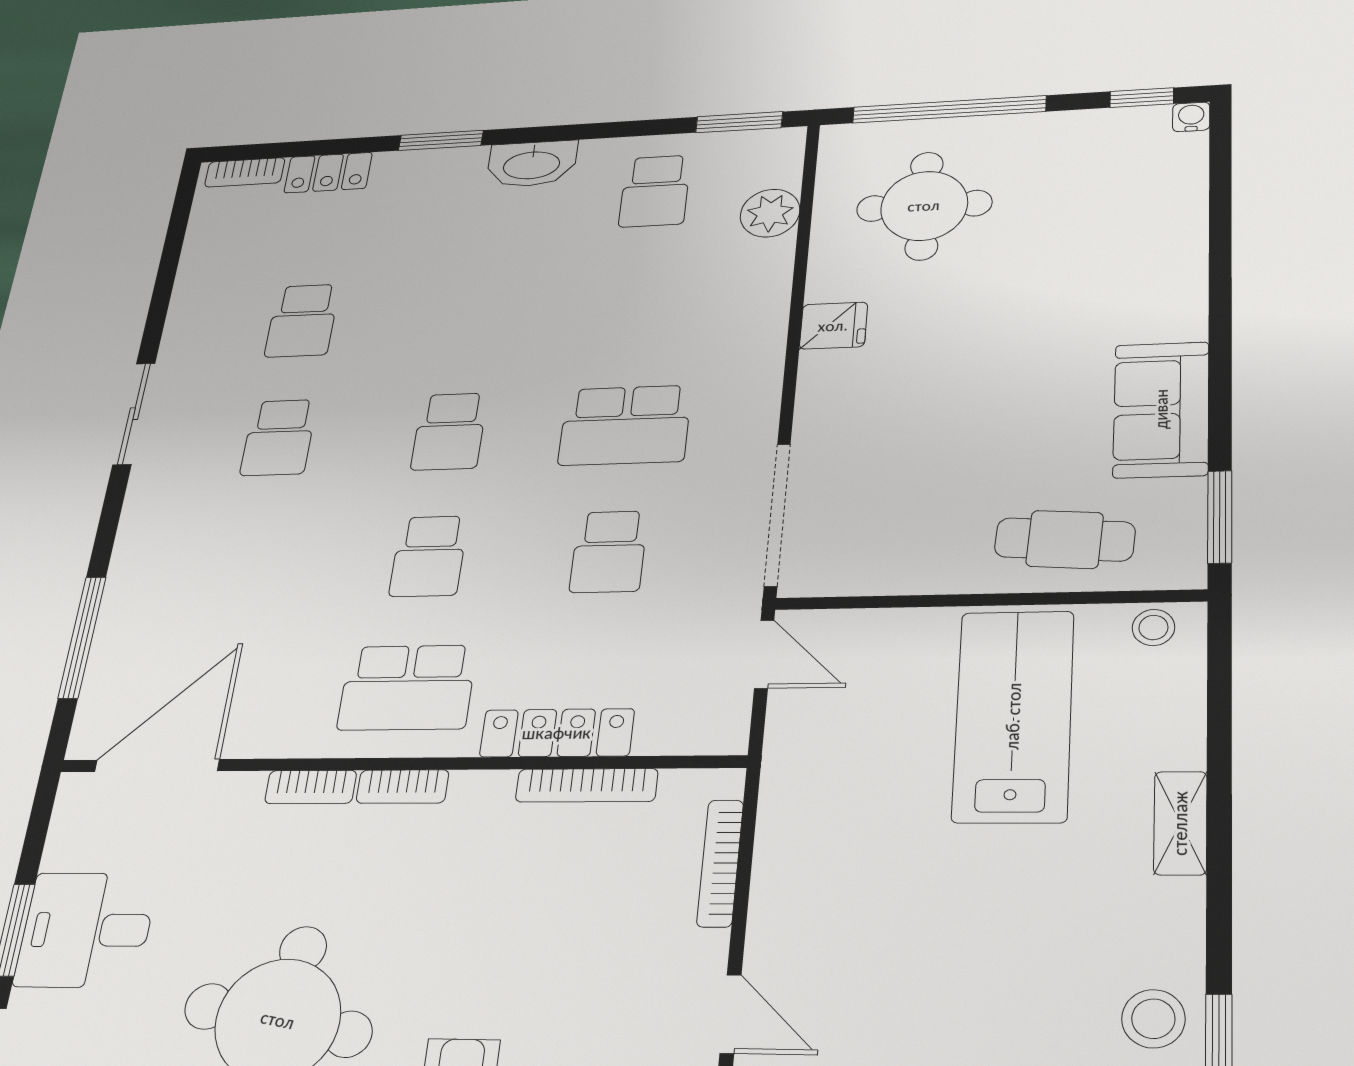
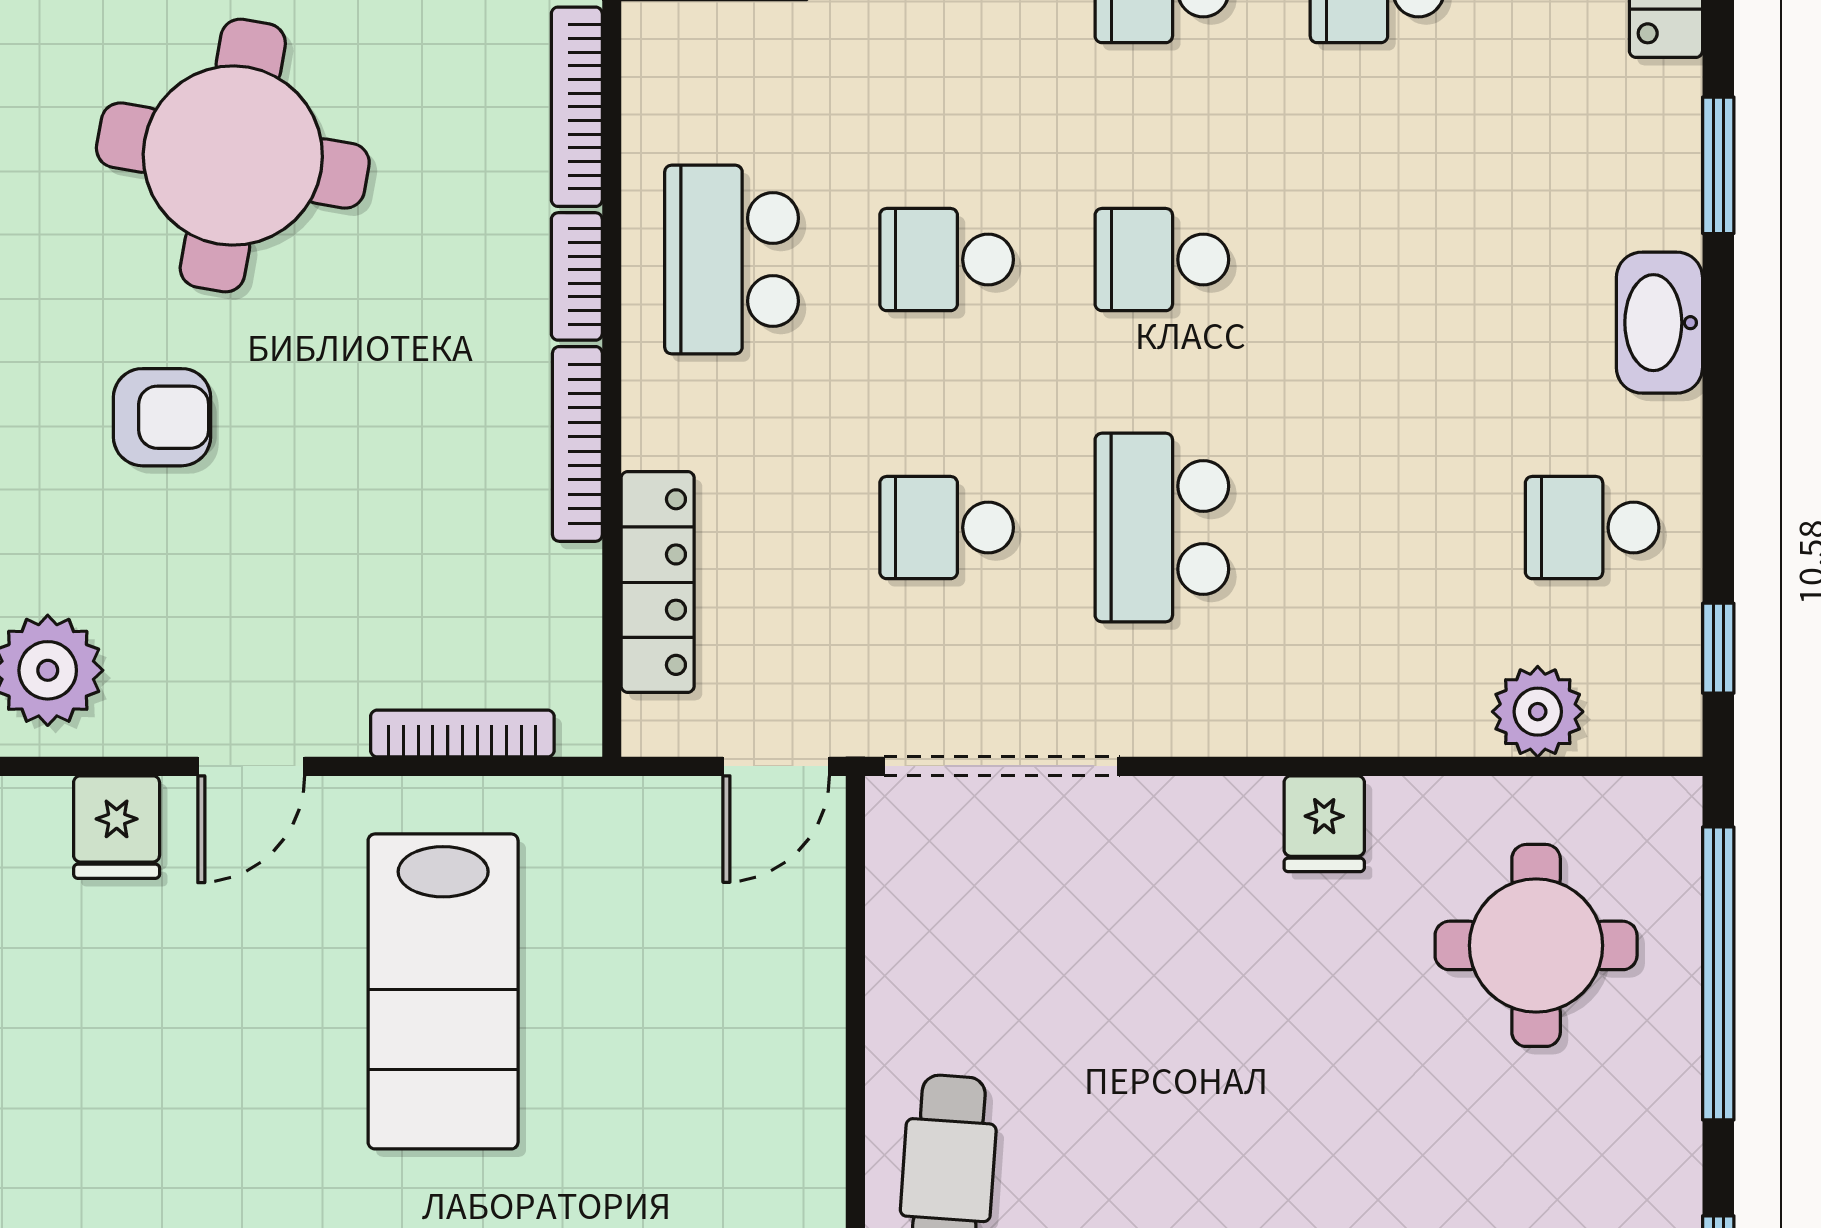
window: (739, 122) -> (1718, 648), width x0.67
lab bench: (1013, 716) -> (443, 991), moved, turned 90
locker: (557, 733) -> (658, 582), moved
bookcase: (587, 785) -> (577, 444), moved
bookcase: (311, 787) -> (577, 107), width x1.56

